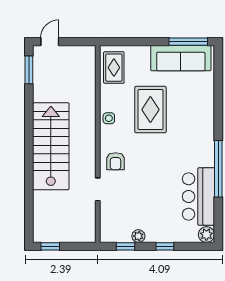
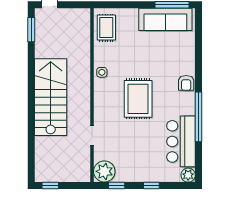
rug: (150, 110) -> (138, 99), moved
armchair: (116, 161) -> (186, 83), moved
plant: (138, 236) -> (104, 171), moved, width x1.88, depth x1.88

